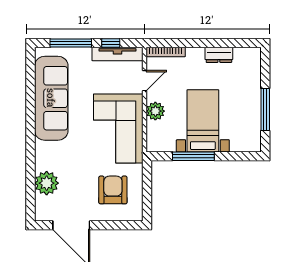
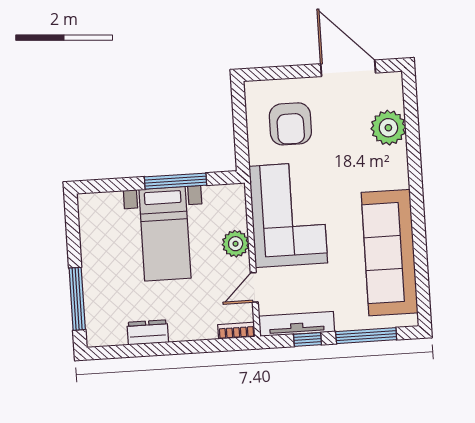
bookcase: (166, 52) -> (236, 331), width x0.64
window: (265, 109) -> (77, 299), moved

